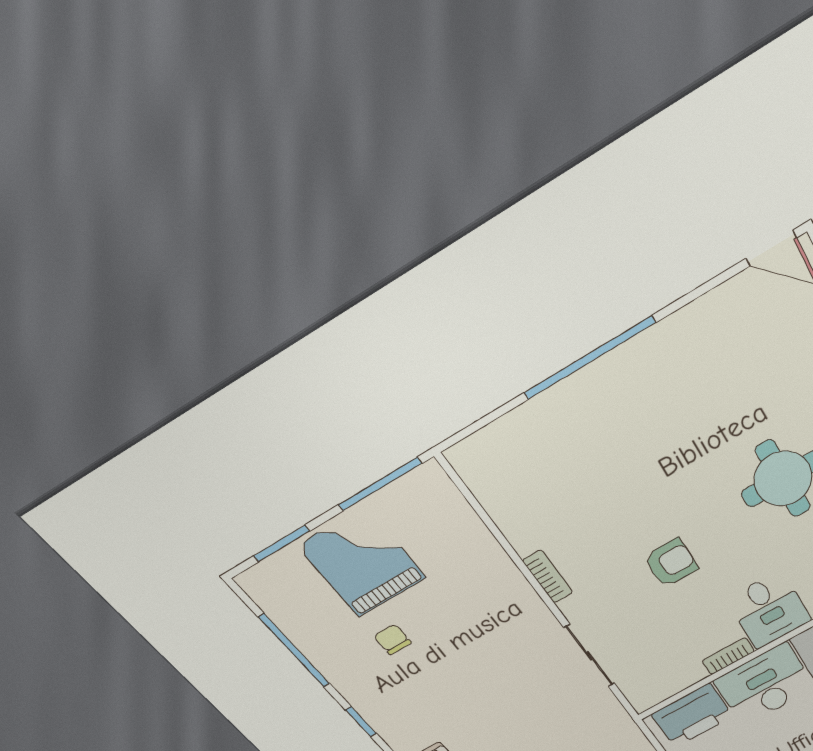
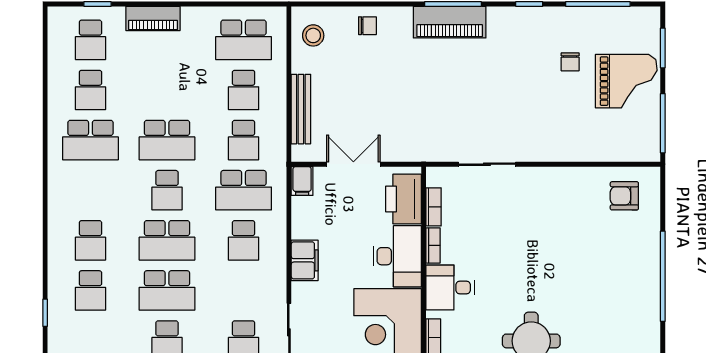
armchair: (671, 563) -> (624, 196), moved, turned 90
bookcase: (548, 577) -> (434, 207), moved, turned -90
chair: (393, 639) -> (570, 62), turned 90

